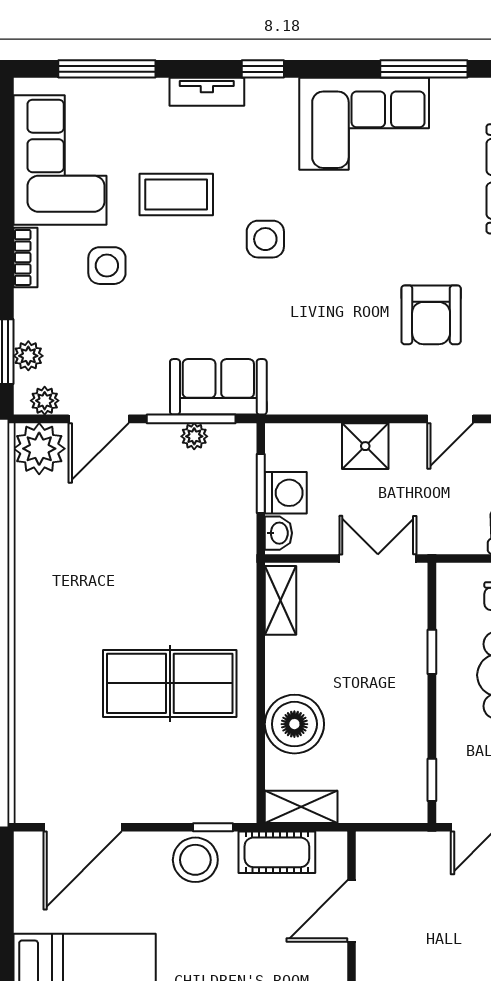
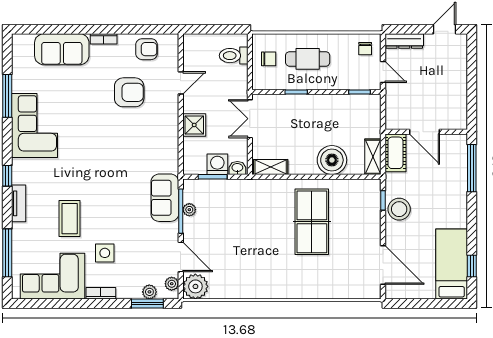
side table: (265, 239) -> (92, 174), removed
door: (450, 419) -> (181, 83), hinge flipped
cot: (277, 852) -> (395, 153), moved

